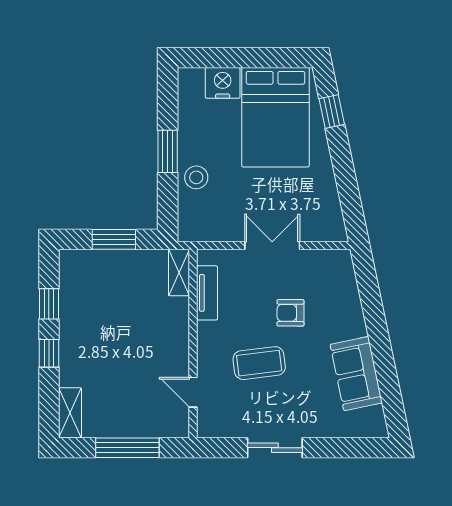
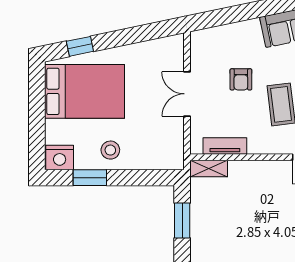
nightstand: (223, 83) -> (60, 157), moved, turned -90
window: (168, 151) -> (90, 178), moved
stool: (196, 177) -> (110, 150), moved

